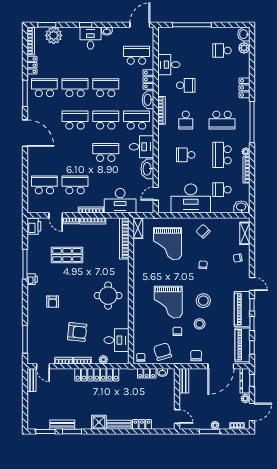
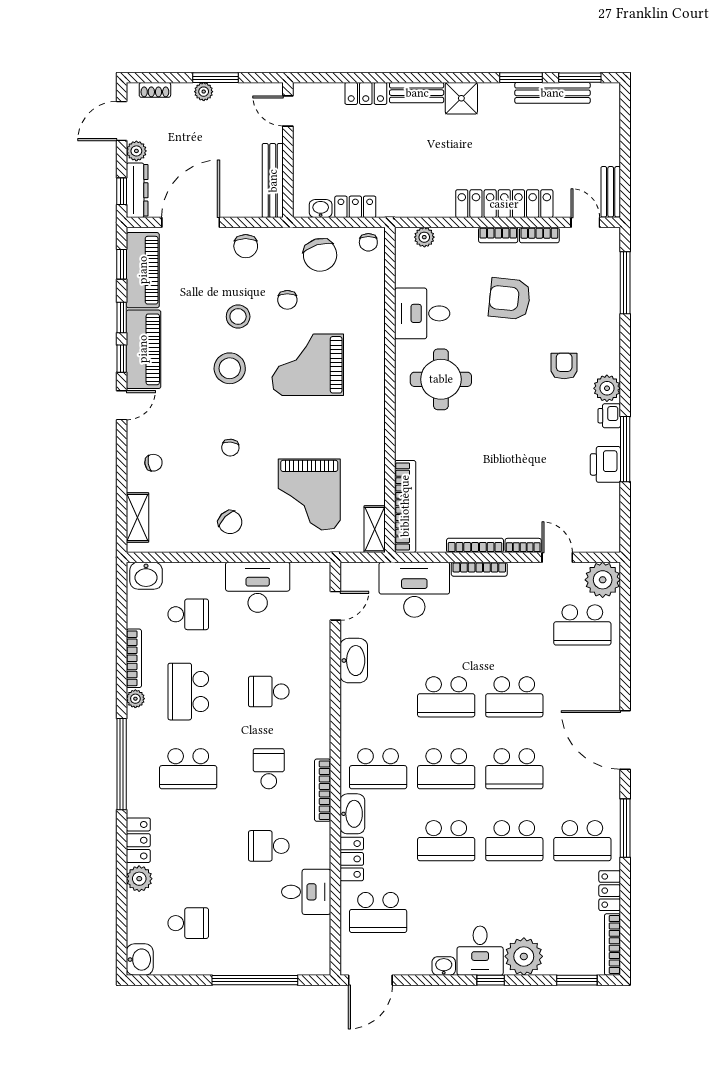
plant: (54, 35) -> (524, 956), moved
plant: (244, 48) -> (139, 879), moved
school desk: (222, 120) -> (188, 769), turned 180
desk: (142, 147) -> (367, 710), removed
school desk: (186, 155) -> (269, 692), turned 180
school desk: (222, 155) -> (188, 692), turned 180
school desk: (75, 185) -> (514, 697), moved
desk: (191, 198) -> (258, 587), width x0.73, depth x0.77
plant: (35, 205) -> (603, 580), added
printer: (34, 226) -> (605, 464), moved
grand piano: (167, 244) -> (309, 494), turned 180
shop shelf: (67, 255) -> (532, 469), removed
door: (252, 284) -> (122, 405), swing flipped
plant: (33, 292) -> (607, 388), added
grand piano: (168, 302) -> (308, 365), turned -90
desk: (117, 340) -> (422, 313), moved
plant: (103, 360) -> (424, 237), moved
locker: (97, 375) -> (504, 204), moved
bench: (184, 381) -> (273, 181), width x1.36
bench: (62, 425) -> (552, 93), width x1.36

